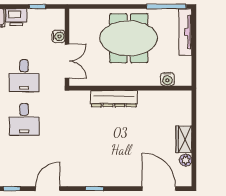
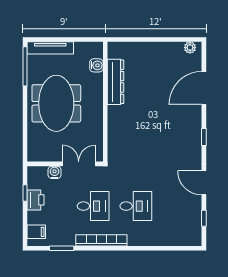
printer: (16, 17) -> (36, 200), moved
dresser: (114, 99) -> (115, 82), moved
wardrobe: (184, 139) -> (155, 49), removed
plant: (186, 160) -> (190, 48), moved
door: (159, 189) -> (204, 88), moved

